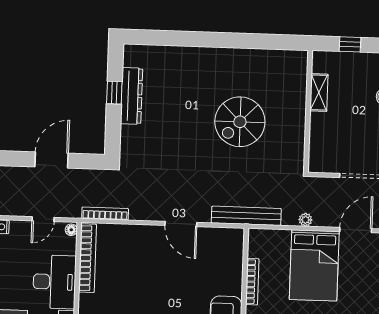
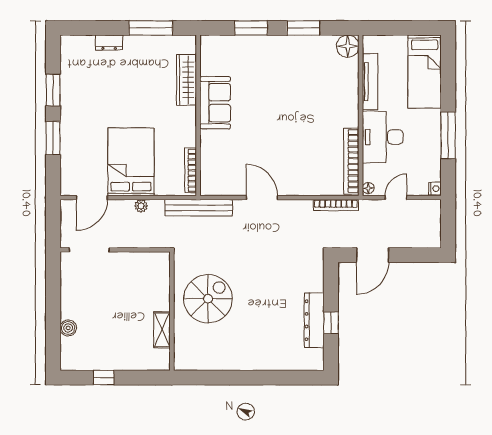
shelving: (319, 93) -> (162, 330), moved
wall: (308, 111) -> (172, 311), moved
door: (52, 160) -> (373, 255), moved
bookcase: (252, 282) -> (191, 170), moved

